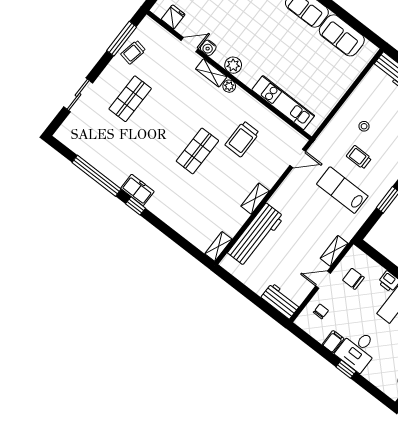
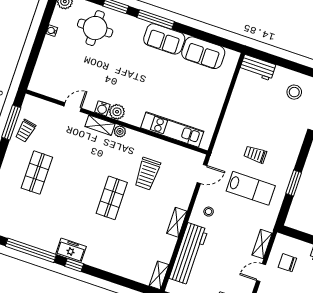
fridge: (173, 17) -> (50, 88), removed
water cooler: (208, 48) -> (102, 108), moved
stool: (364, 126) -> (209, 212), moved
lab bench: (342, 190) -> (251, 188), turned 180

